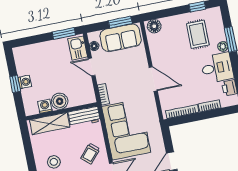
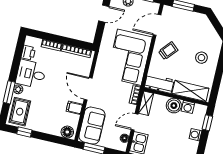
rug: (198, 34) -> (20, 112), moved
sofa: (121, 38) -> (92, 126), moved, turned 90
filing cabinet: (158, 54) -> (74, 108), added
door: (92, 67) -> (134, 122), swing flipped
window: (15, 84) -> (207, 123), moved
shelving: (89, 91) -> (146, 103), added

